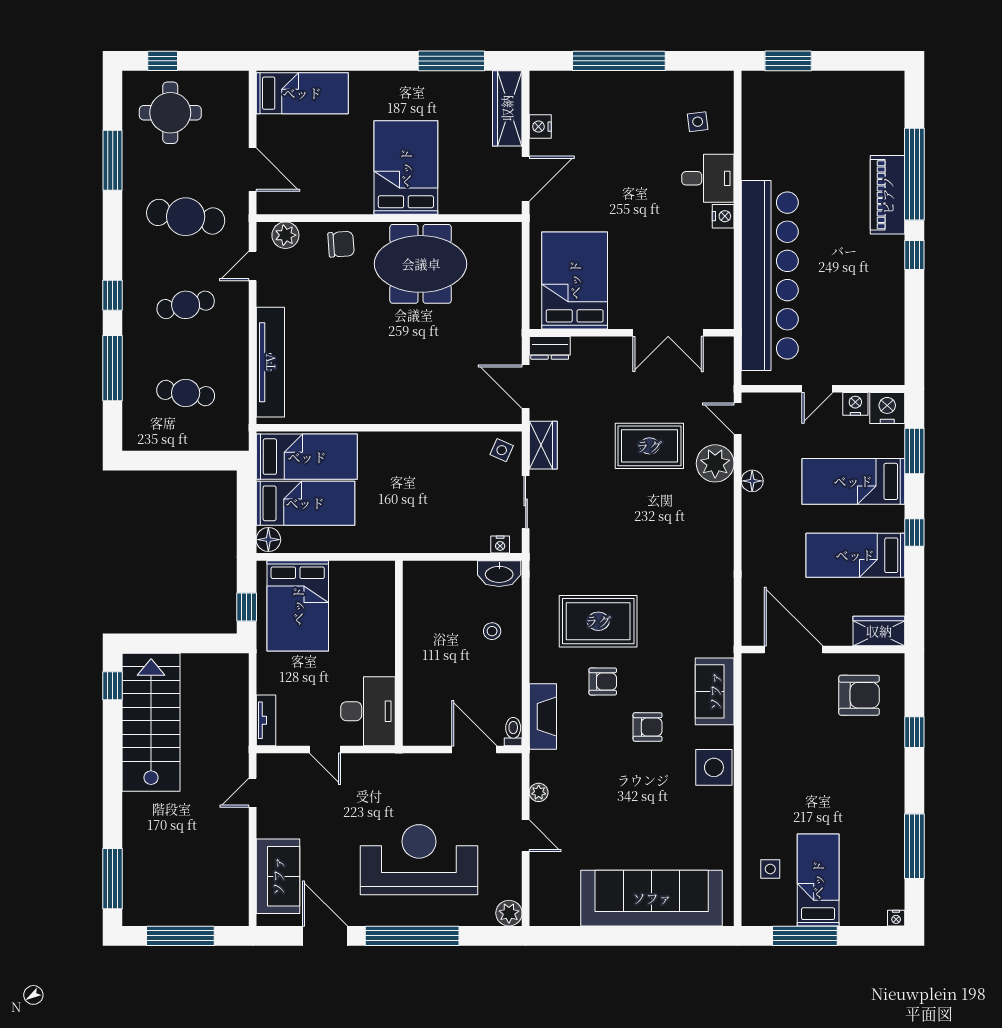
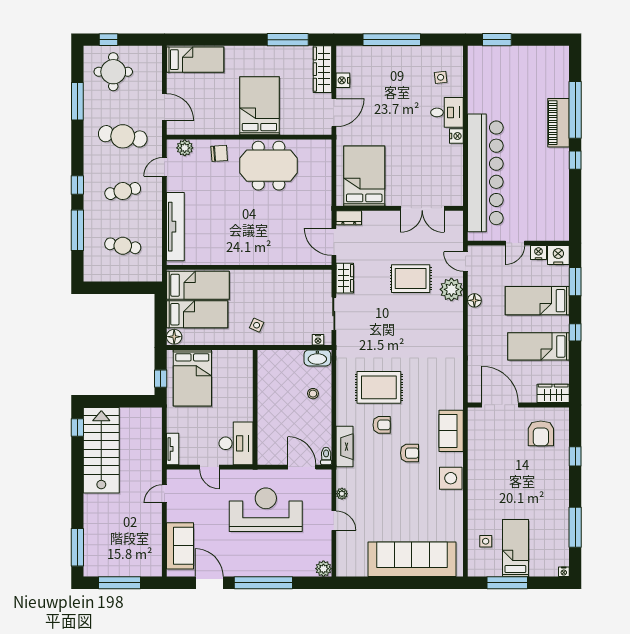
side table: (502, 450) -> (257, 325), moved
armchair: (859, 695) -> (541, 433), turned 90
reception desk: (419, 860) -> (266, 510), moved

